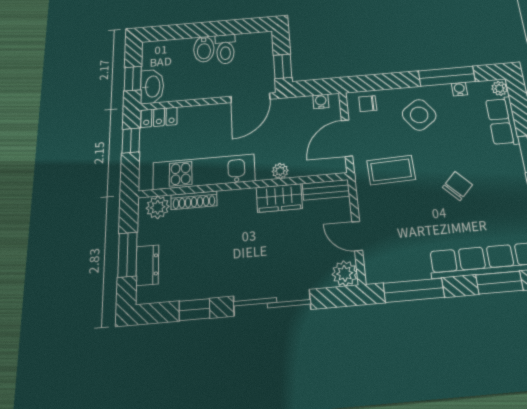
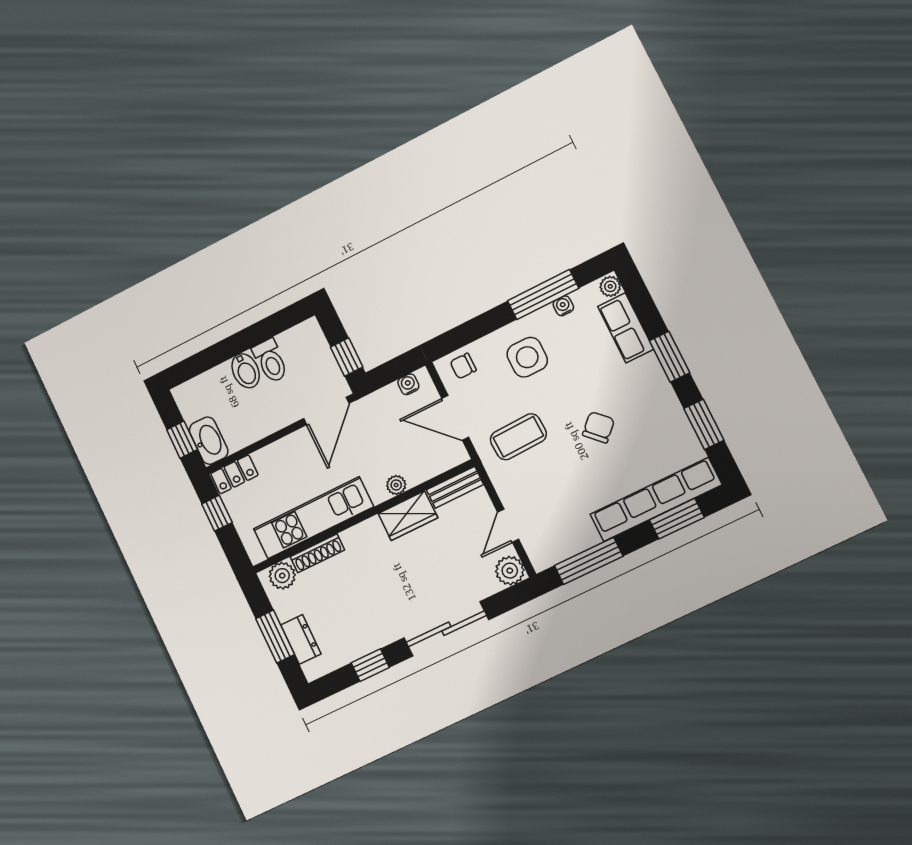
side table: (419, 115) -> (527, 357), turned 36
door: (347, 138) -> (455, 418), hinge flipped
door: (357, 236) -> (508, 526), hinge flipped

